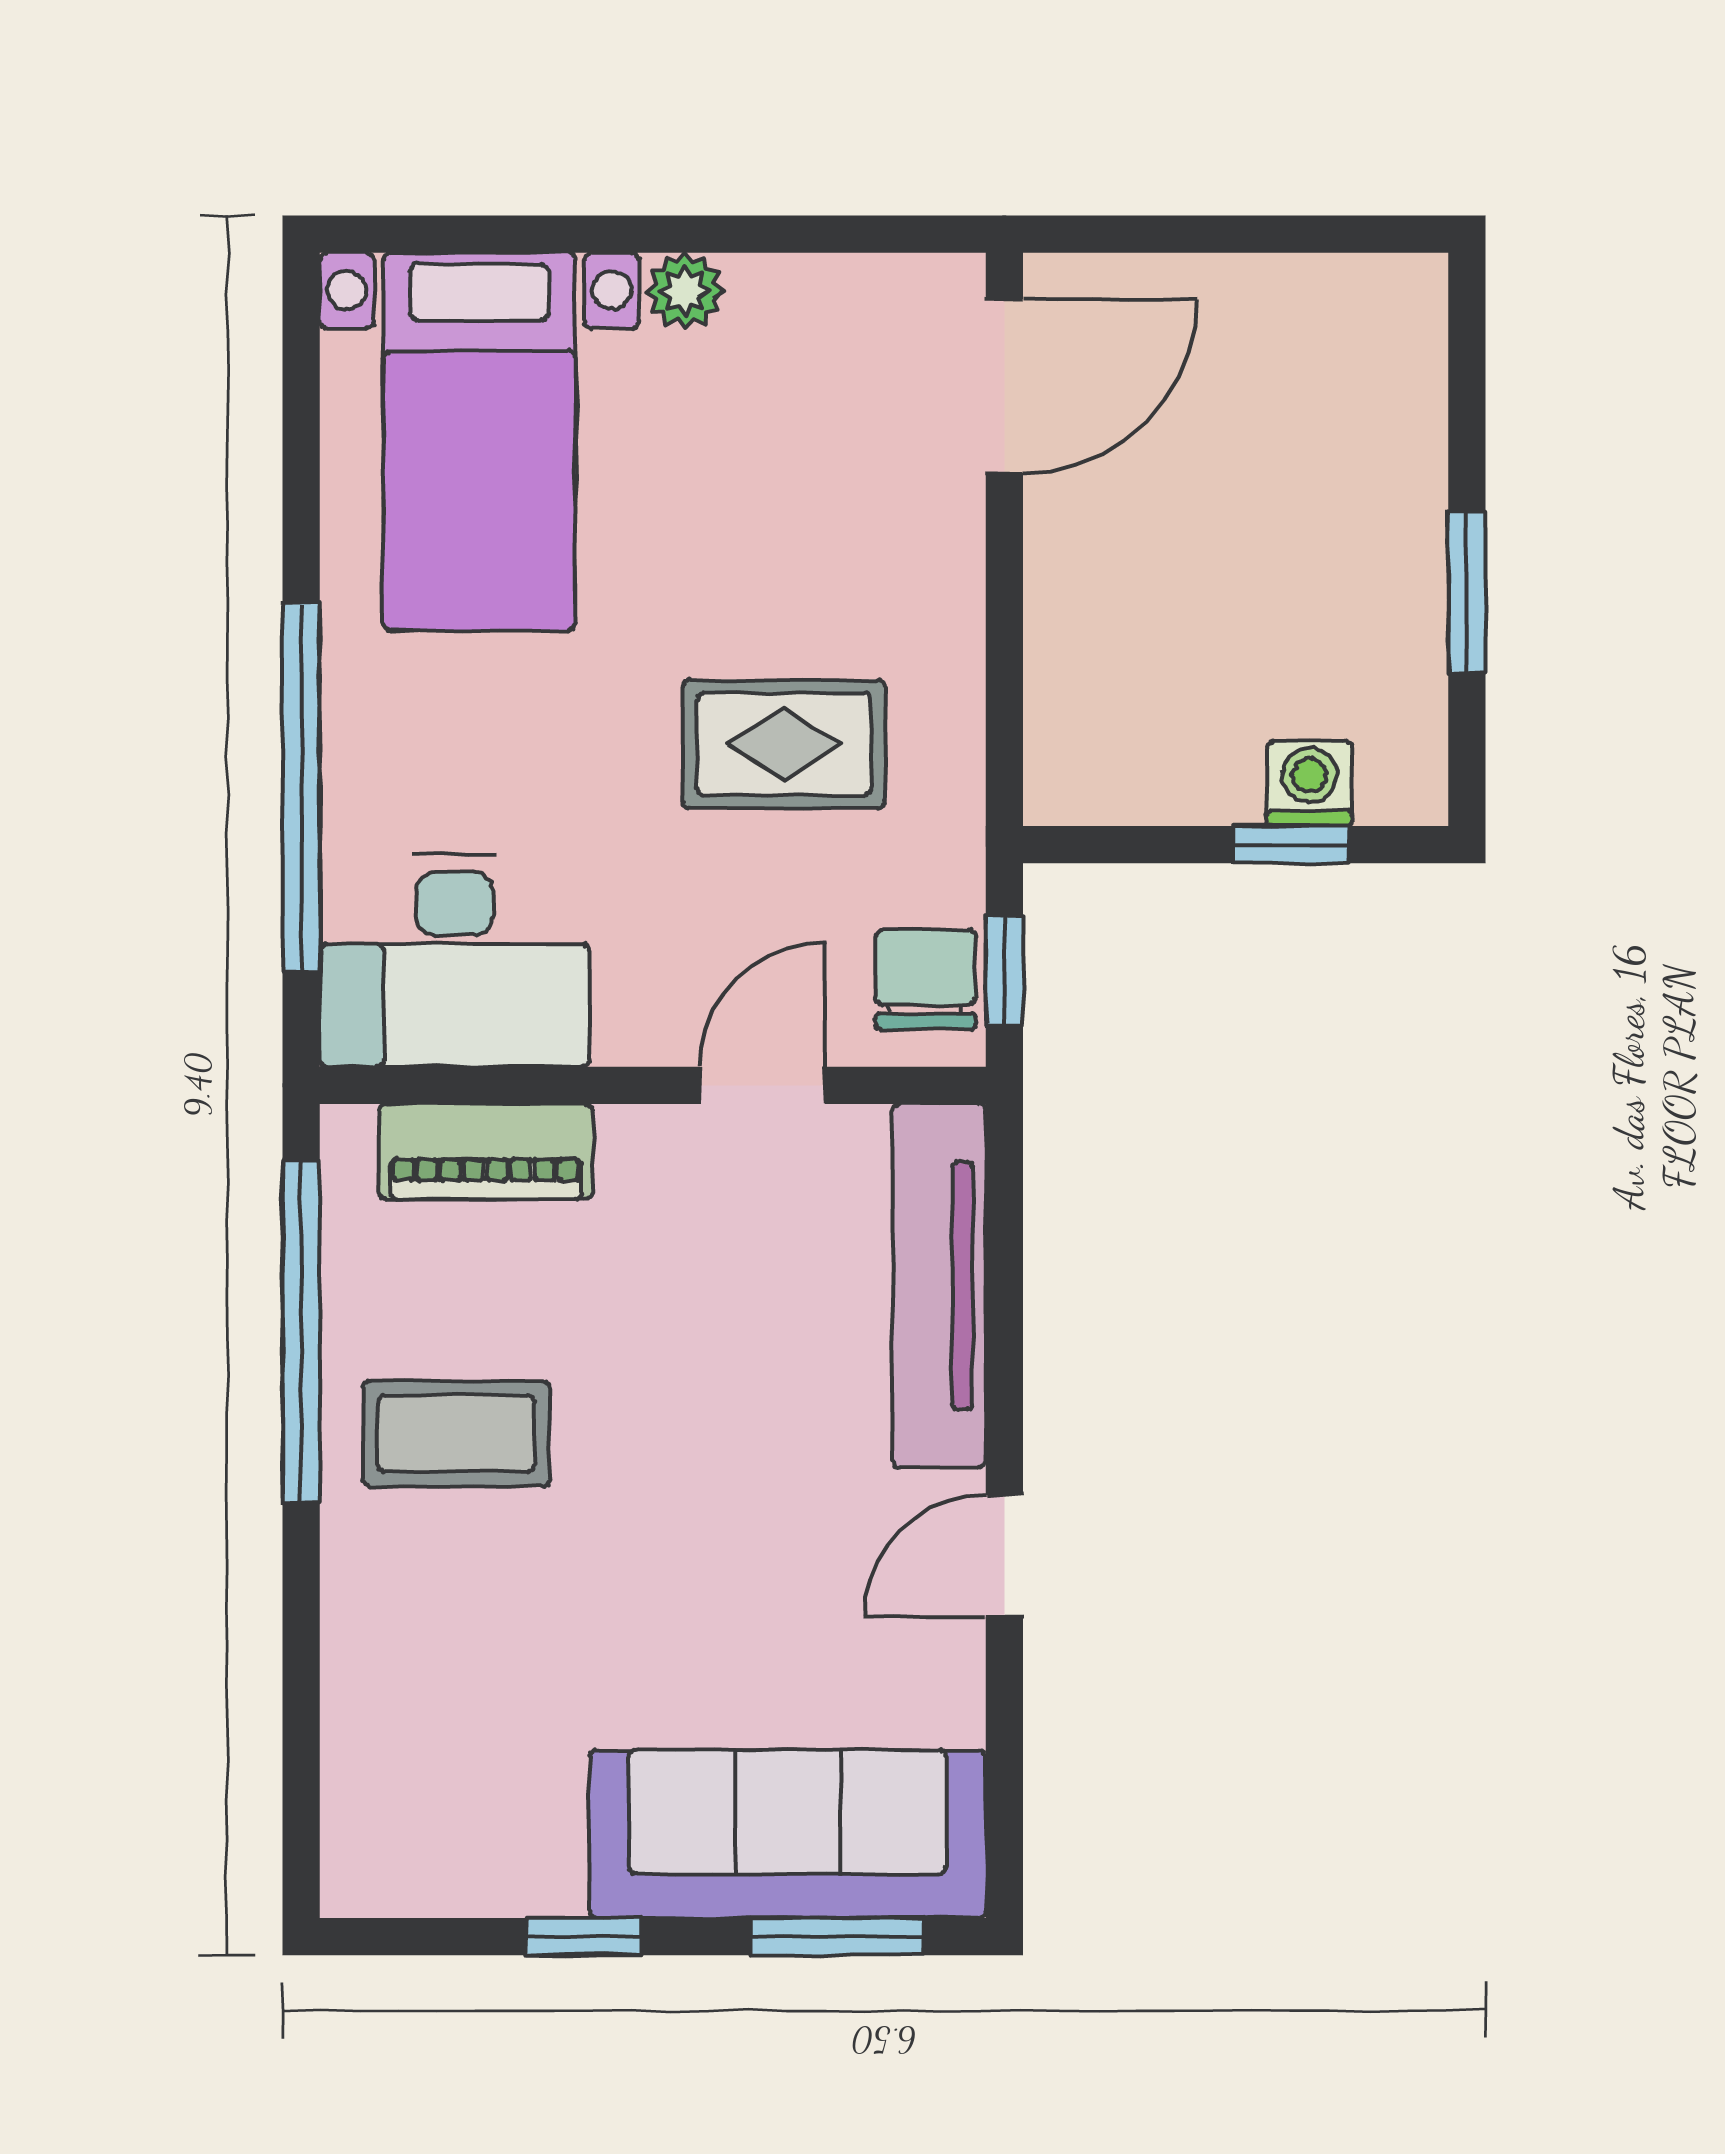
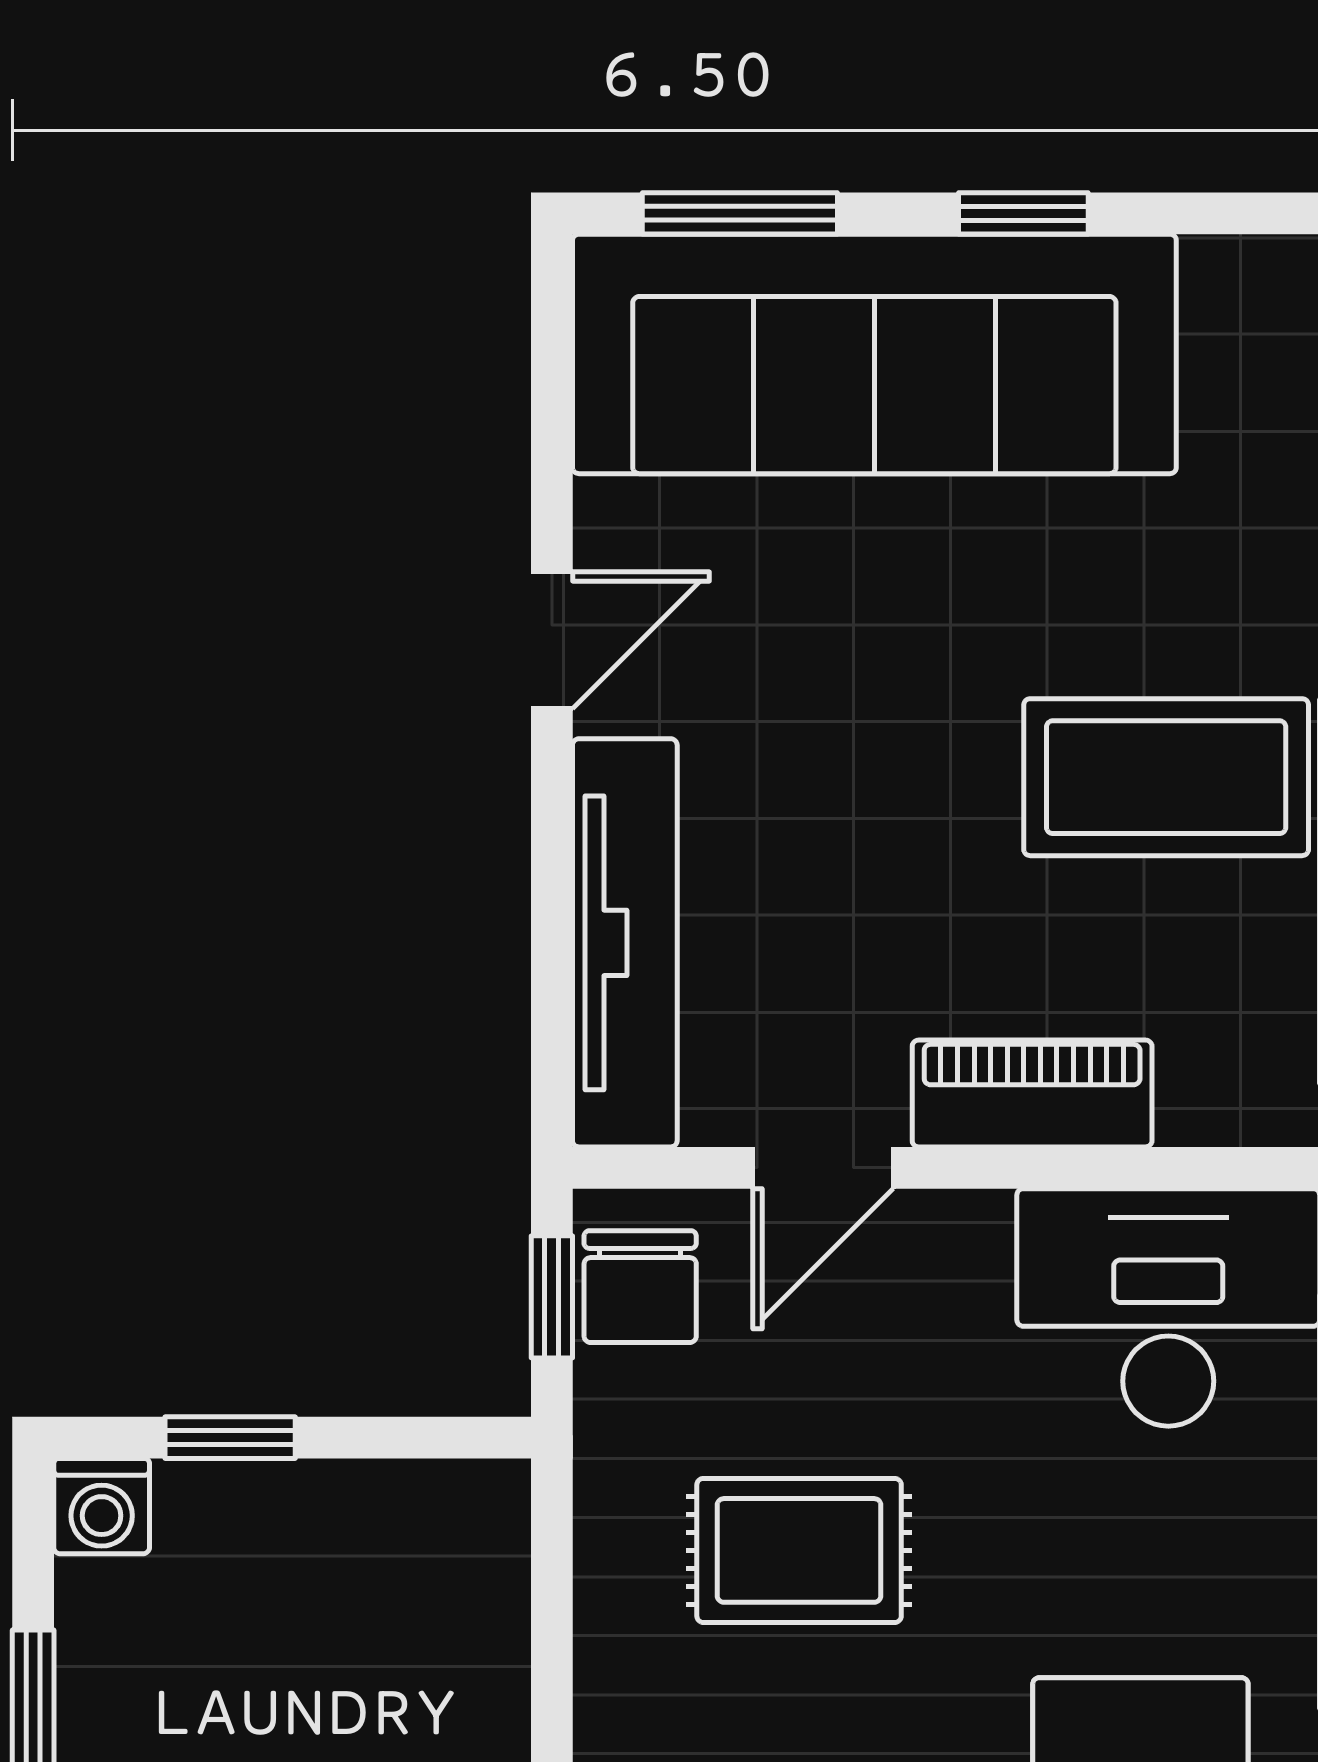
washing machine: (1309, 784) -> (102, 1506), moved
piano: (486, 1152) -> (1032, 1093), moved
coffee table: (456, 1434) -> (1166, 777), width x1.36, depth x1.32
sofa: (788, 1834) -> (874, 354), width x1.36, depth x1.27

